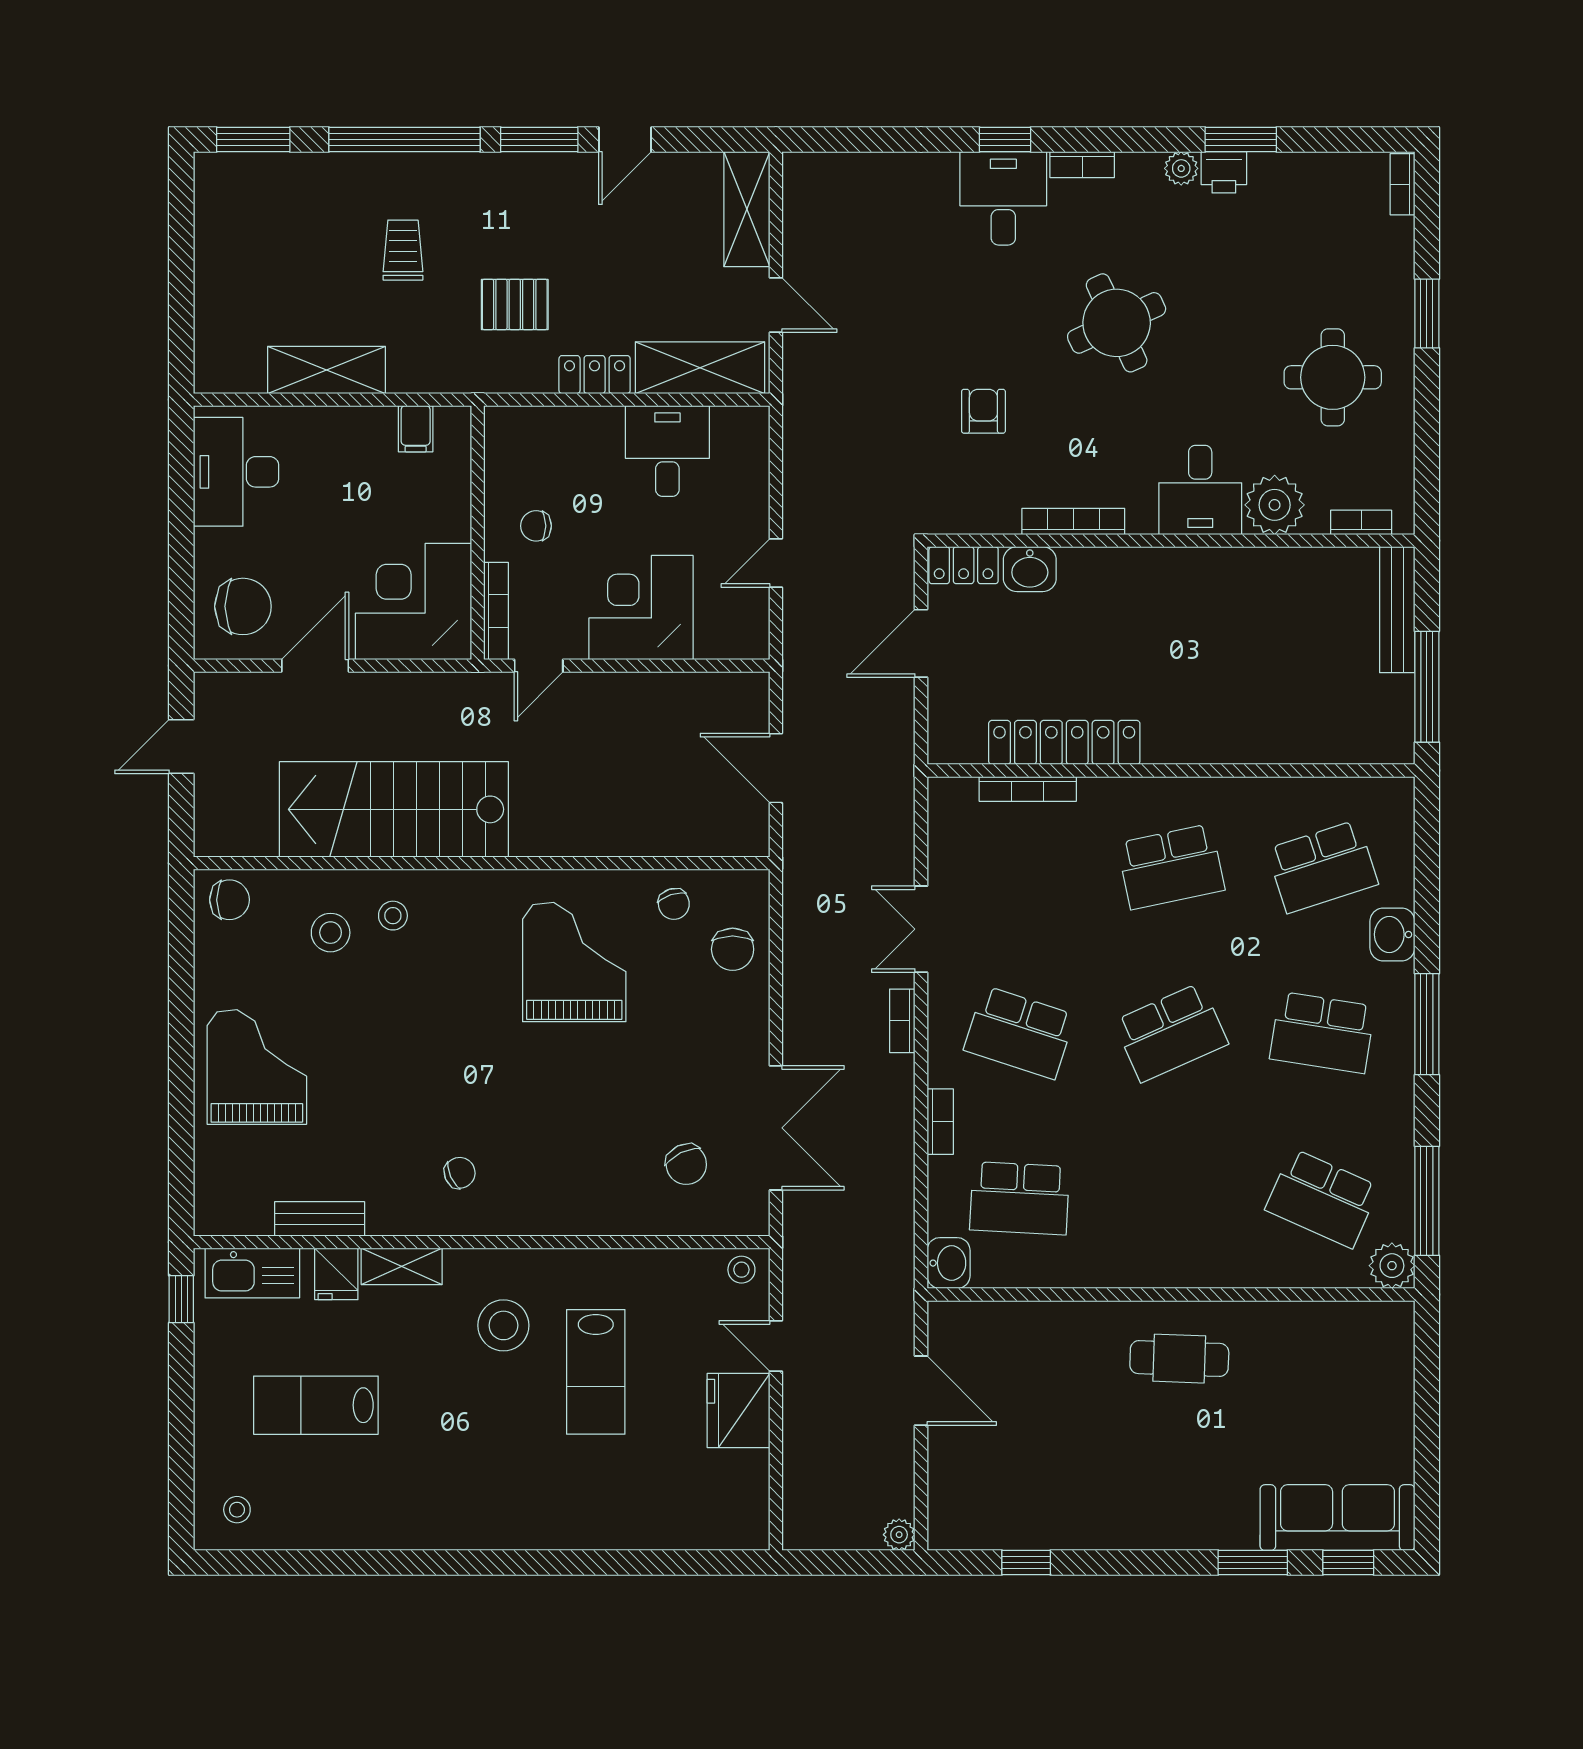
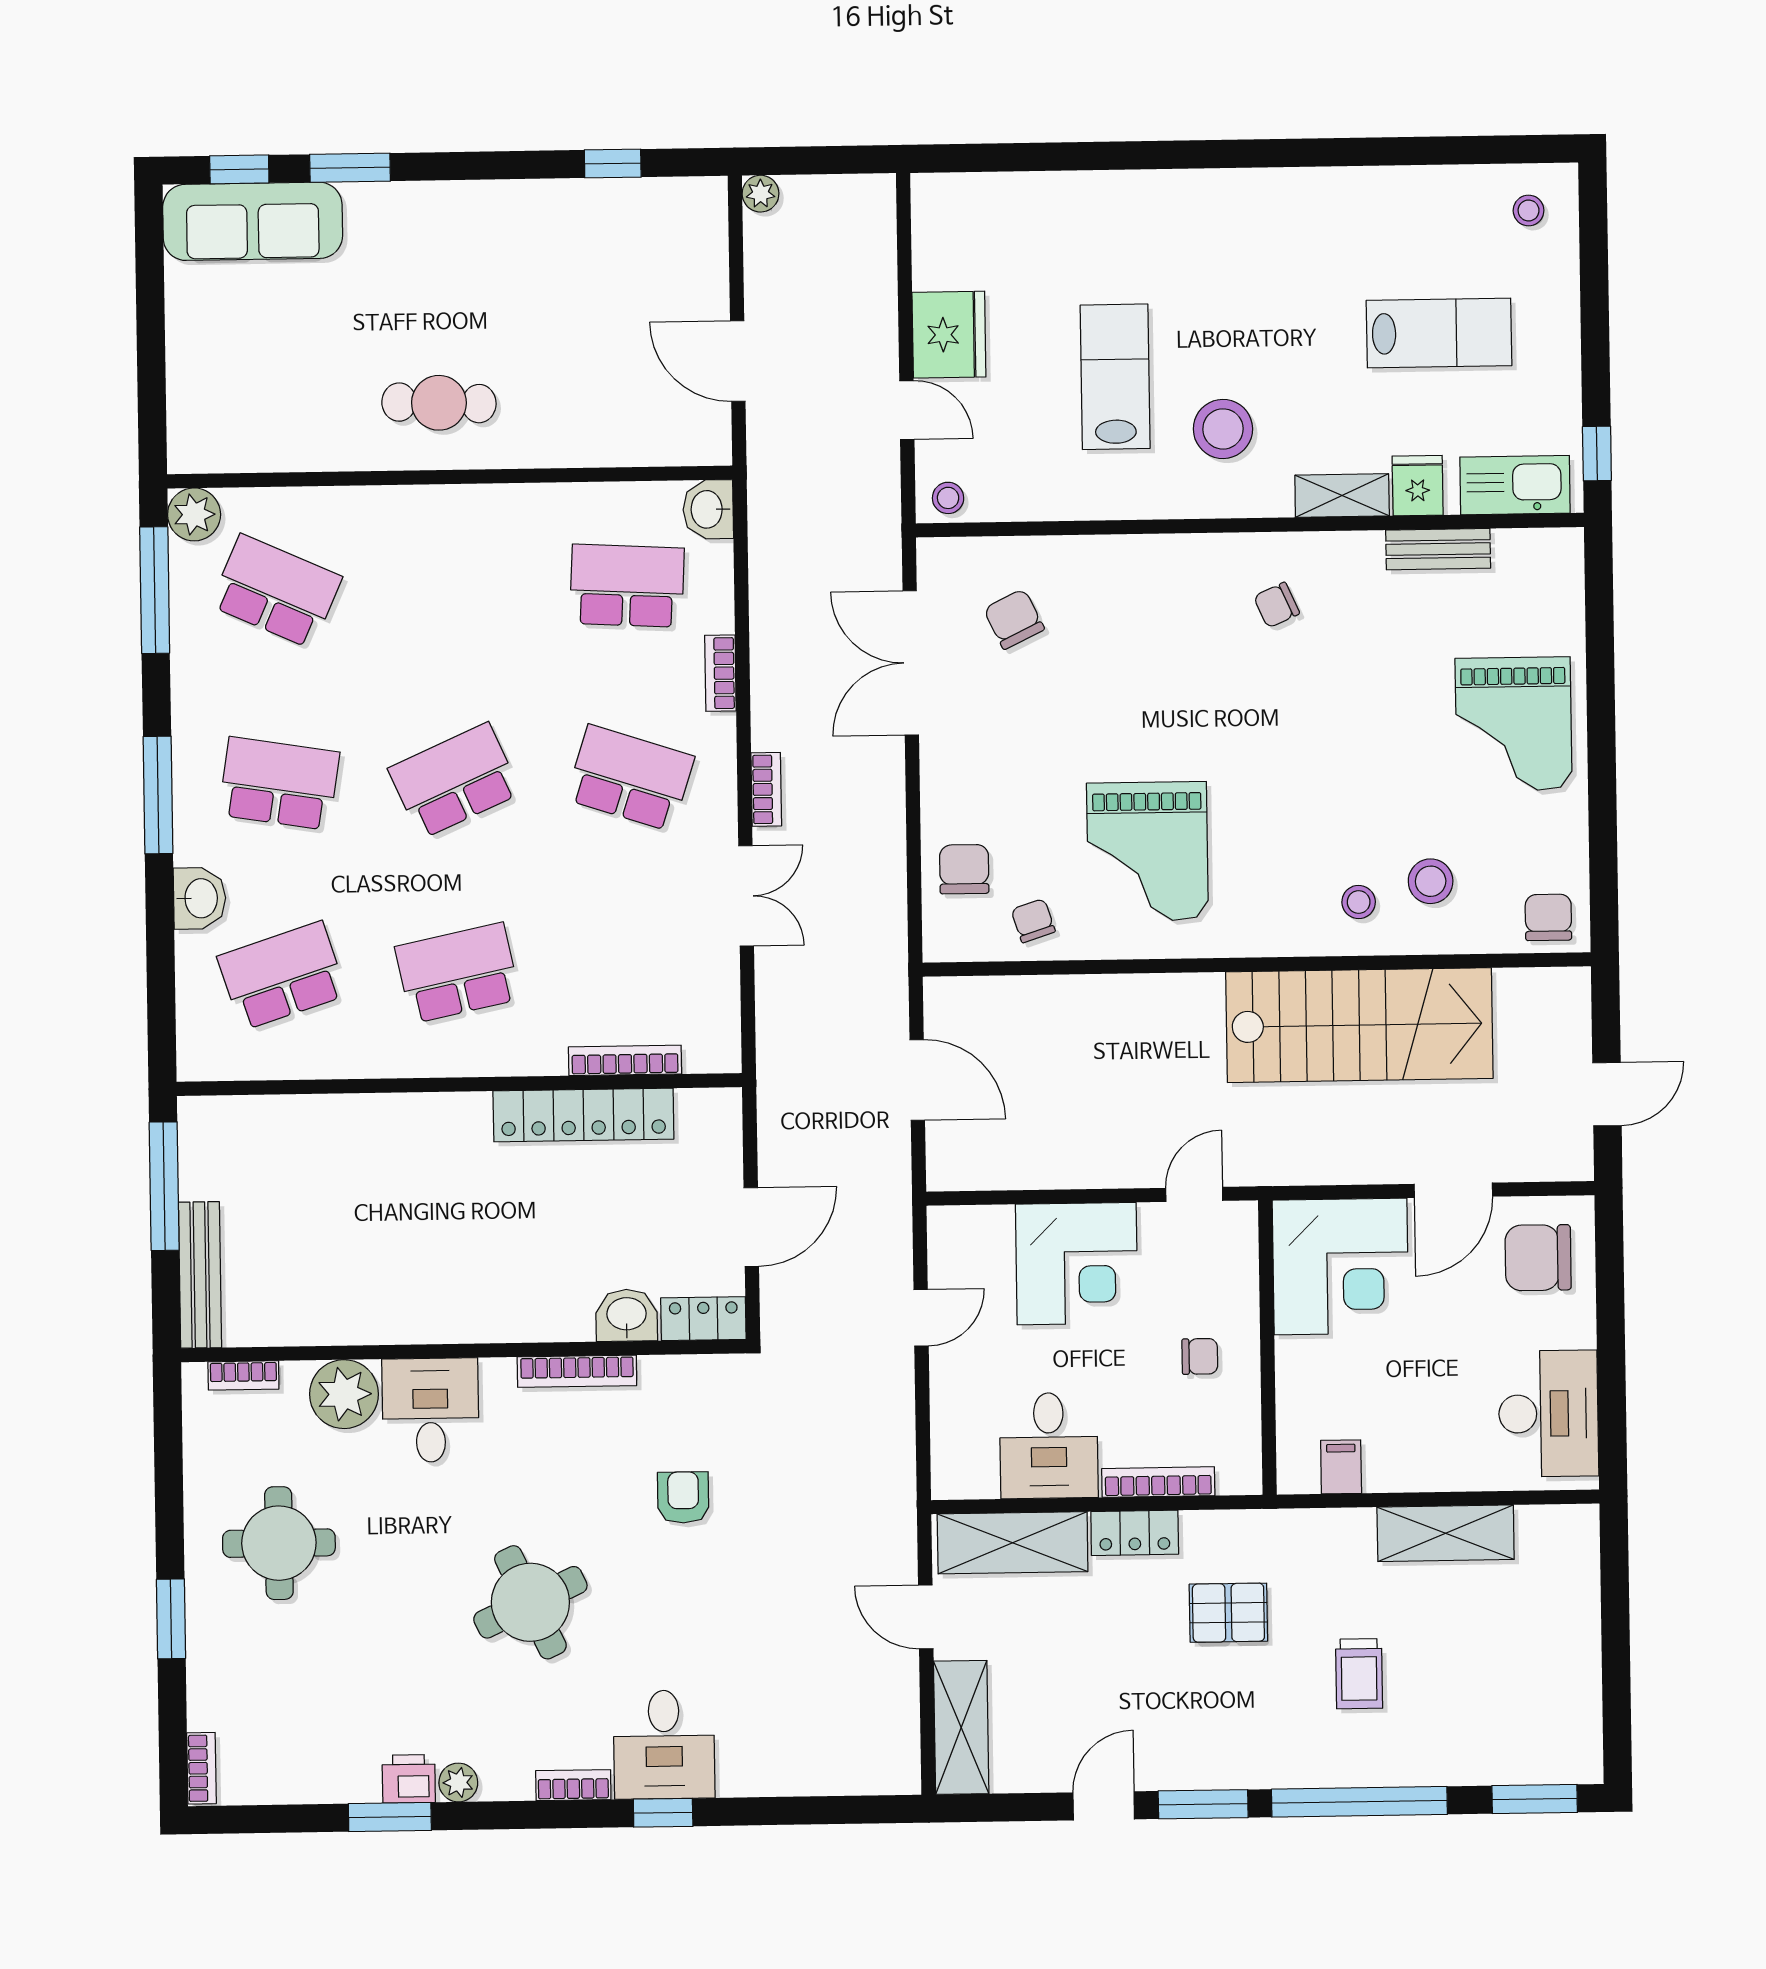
armchair: (983, 411) -> (683, 1497), turned 180
bookcase: (496, 611) -> (1158, 1482), moved, turned 90
chair: (229, 900) -> (1548, 917), turned 90

